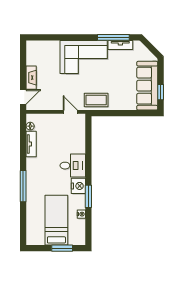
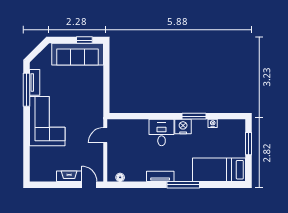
coffee table: (96, 100) -> (93, 108), removed
tv unit: (31, 144) -> (160, 176), moved
bed: (56, 220) -> (219, 170), moved

